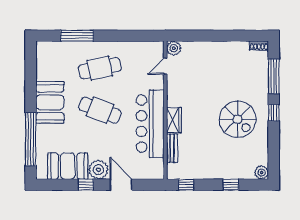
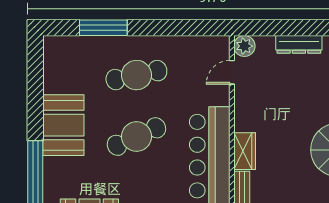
dresser: (211, 47) -> (299, 44), added
cafe table: (100, 110) -> (136, 137), turned -45

